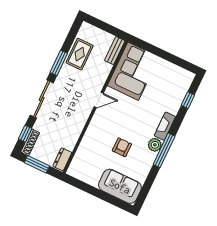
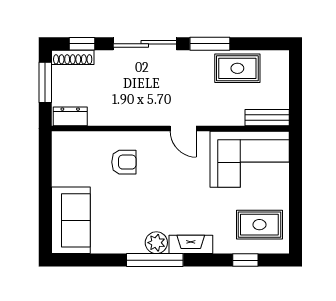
rug: (172, 83) -> (259, 225), added
armchair: (122, 147) -> (124, 162), moved

